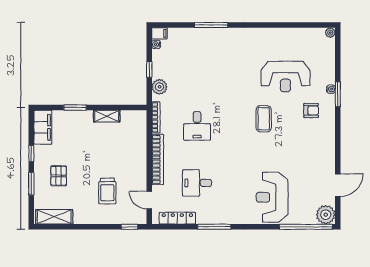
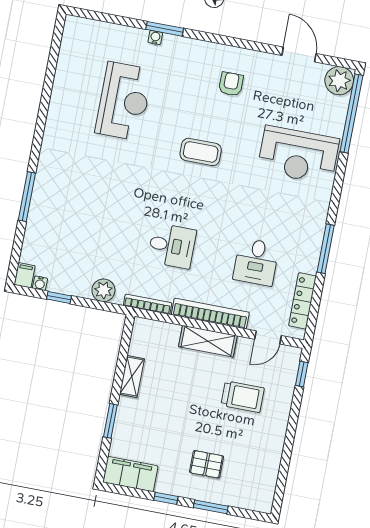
plant: (330, 33) -> (72, 23), removed
window: (149, 69) -> (59, 297), moved
armchair: (311, 110) -> (231, 84), moved
coffee table: (264, 119) -> (201, 152), moved
shelving: (54, 217) -> (208, 341), moved, turned 90

